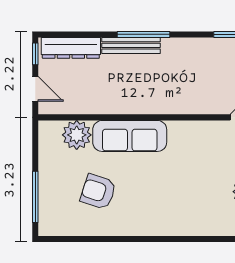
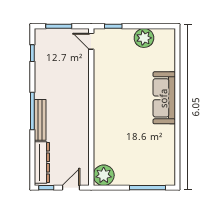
plant: (77, 135) -> (104, 175), moved
sofa: (130, 136) -> (164, 98), moved, turned 180
armchair: (98, 192) -> (144, 143), removed

